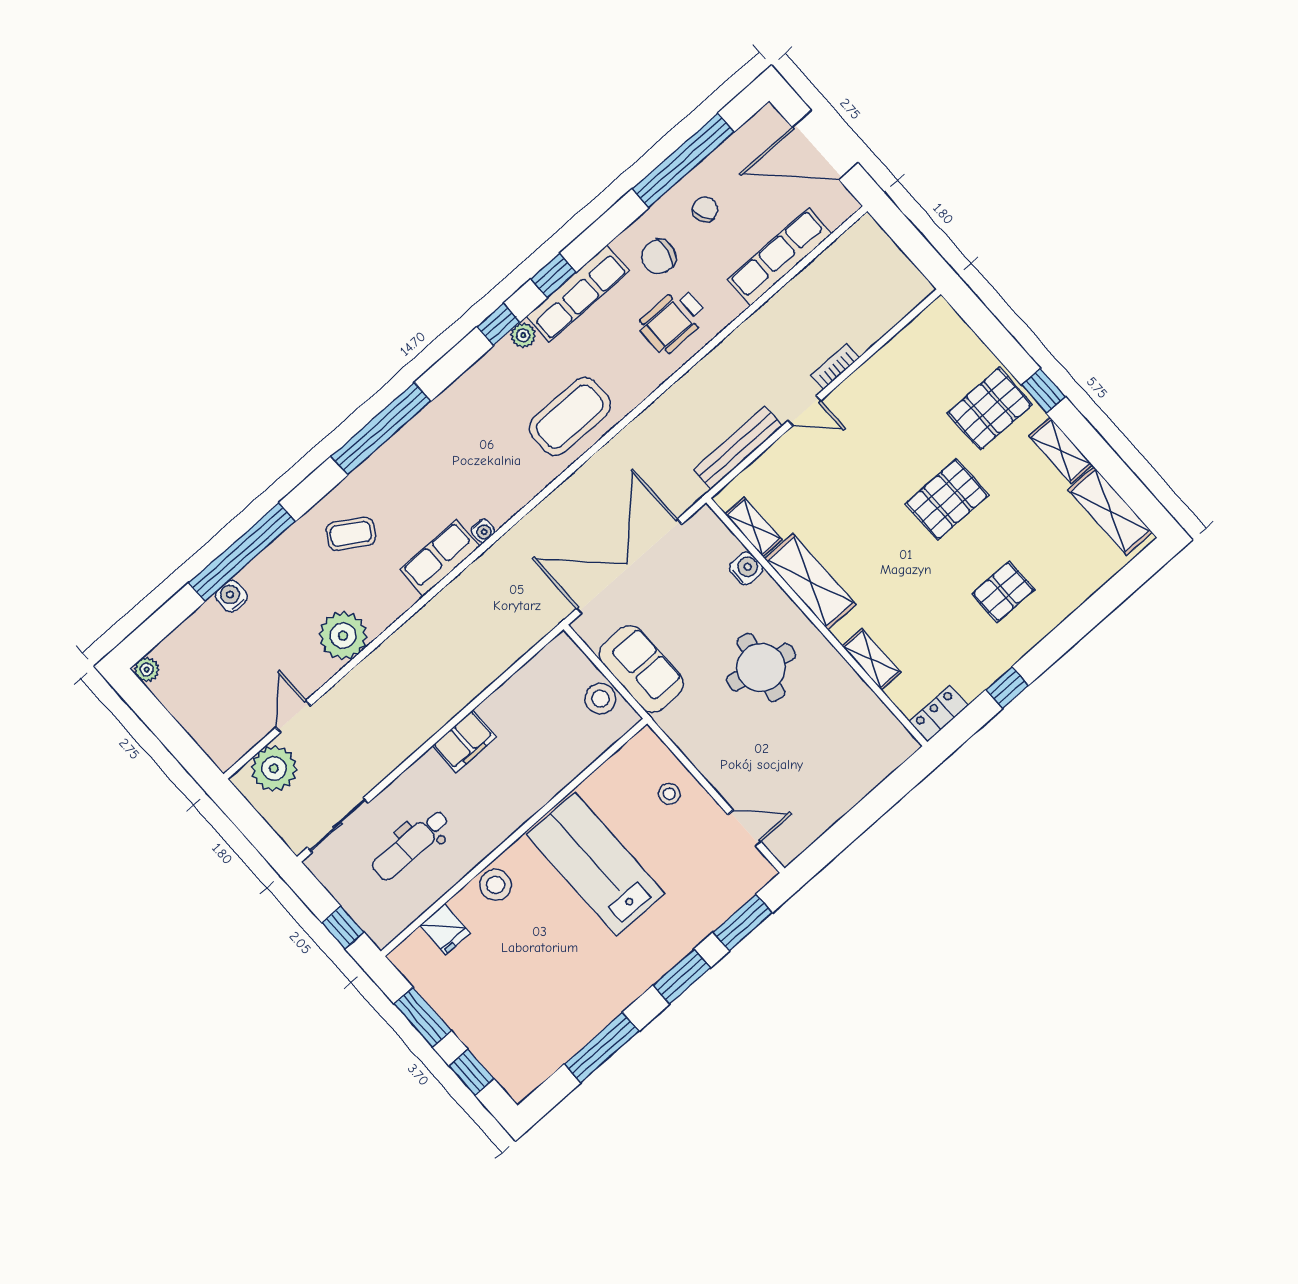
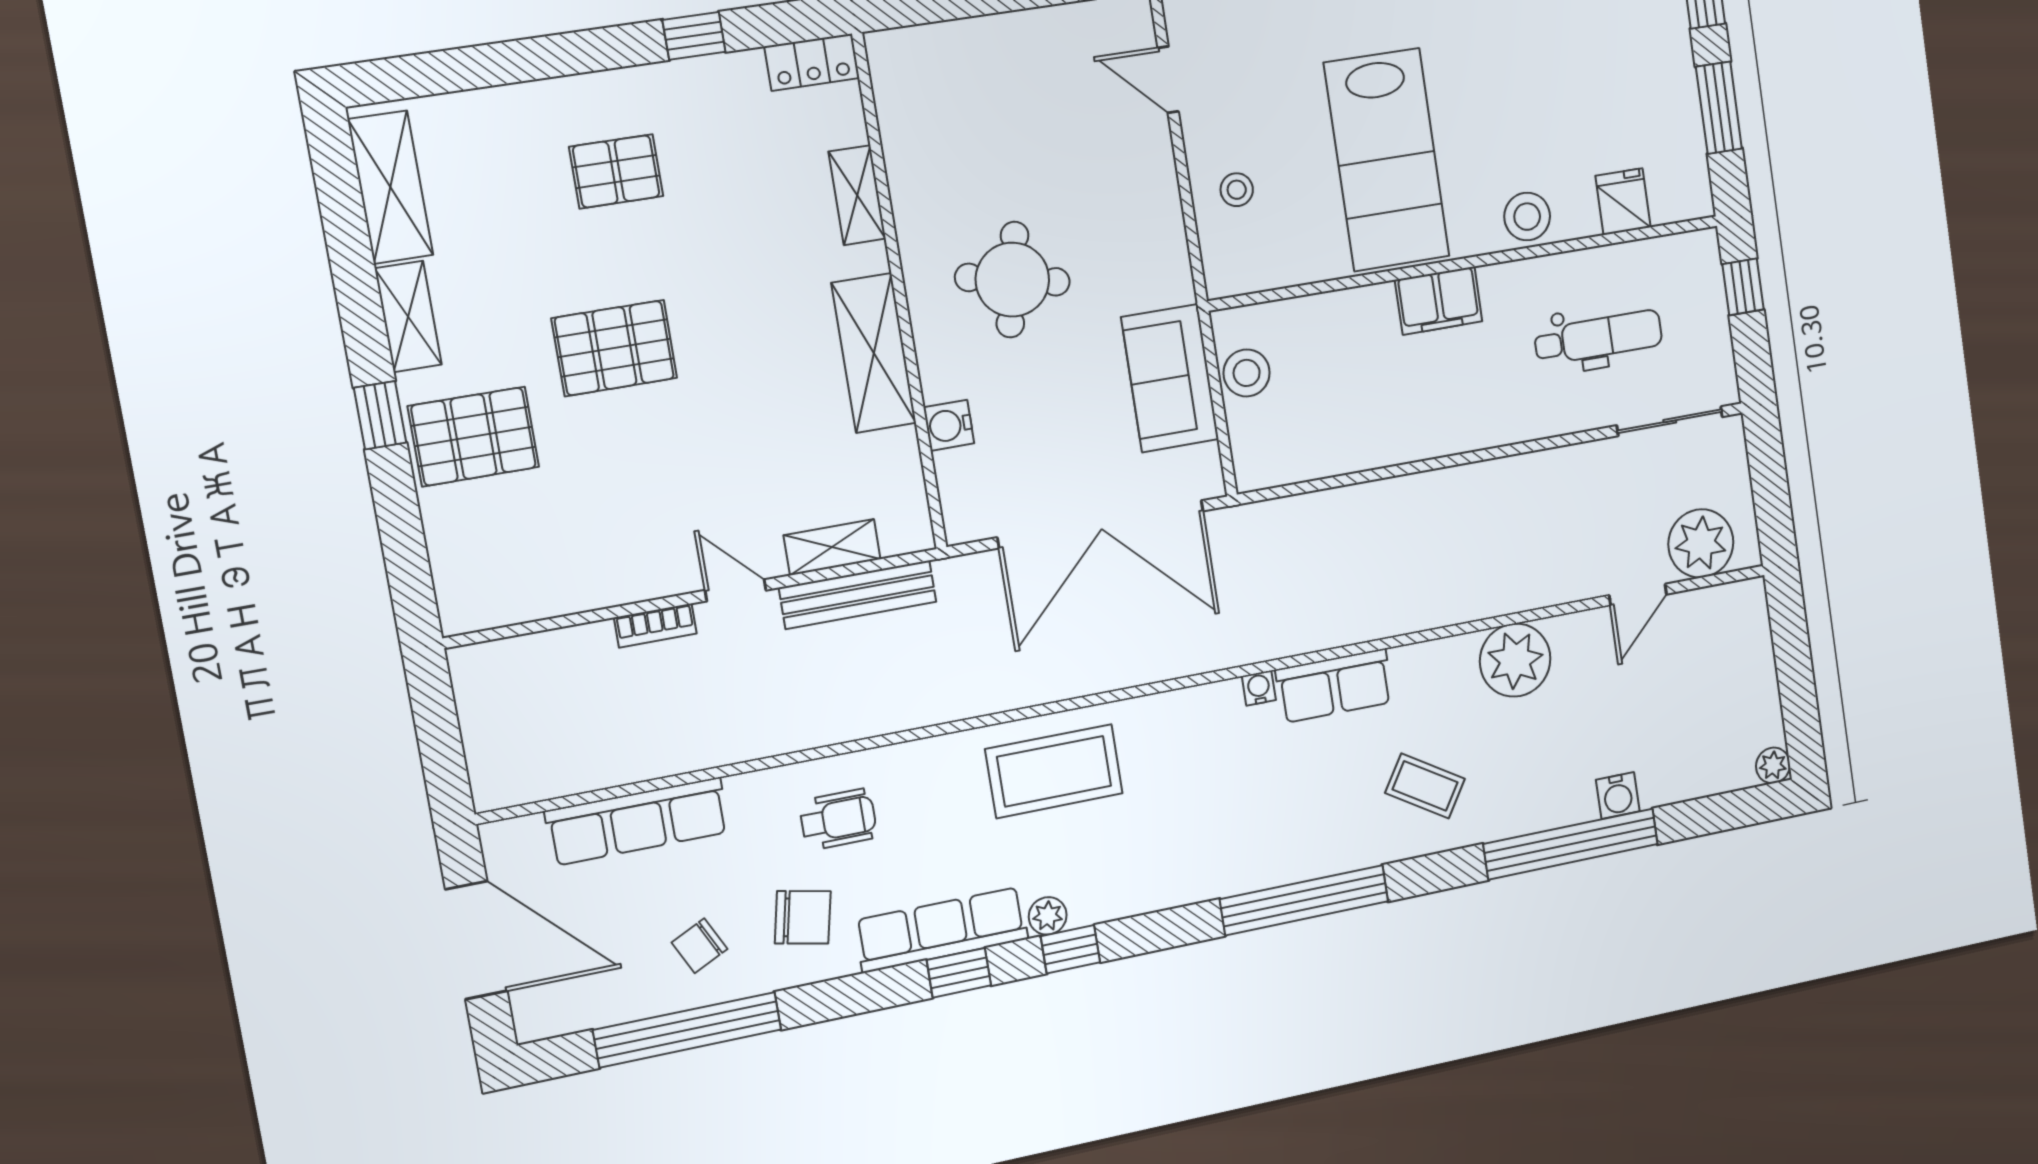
wheelchair: (673, 321) -> (838, 819), width x0.73, depth x0.73
shelving: (753, 527) -> (832, 547), moved, turned 90
filing cabinet: (464, 741) -> (1439, 301), moved, turned 180

